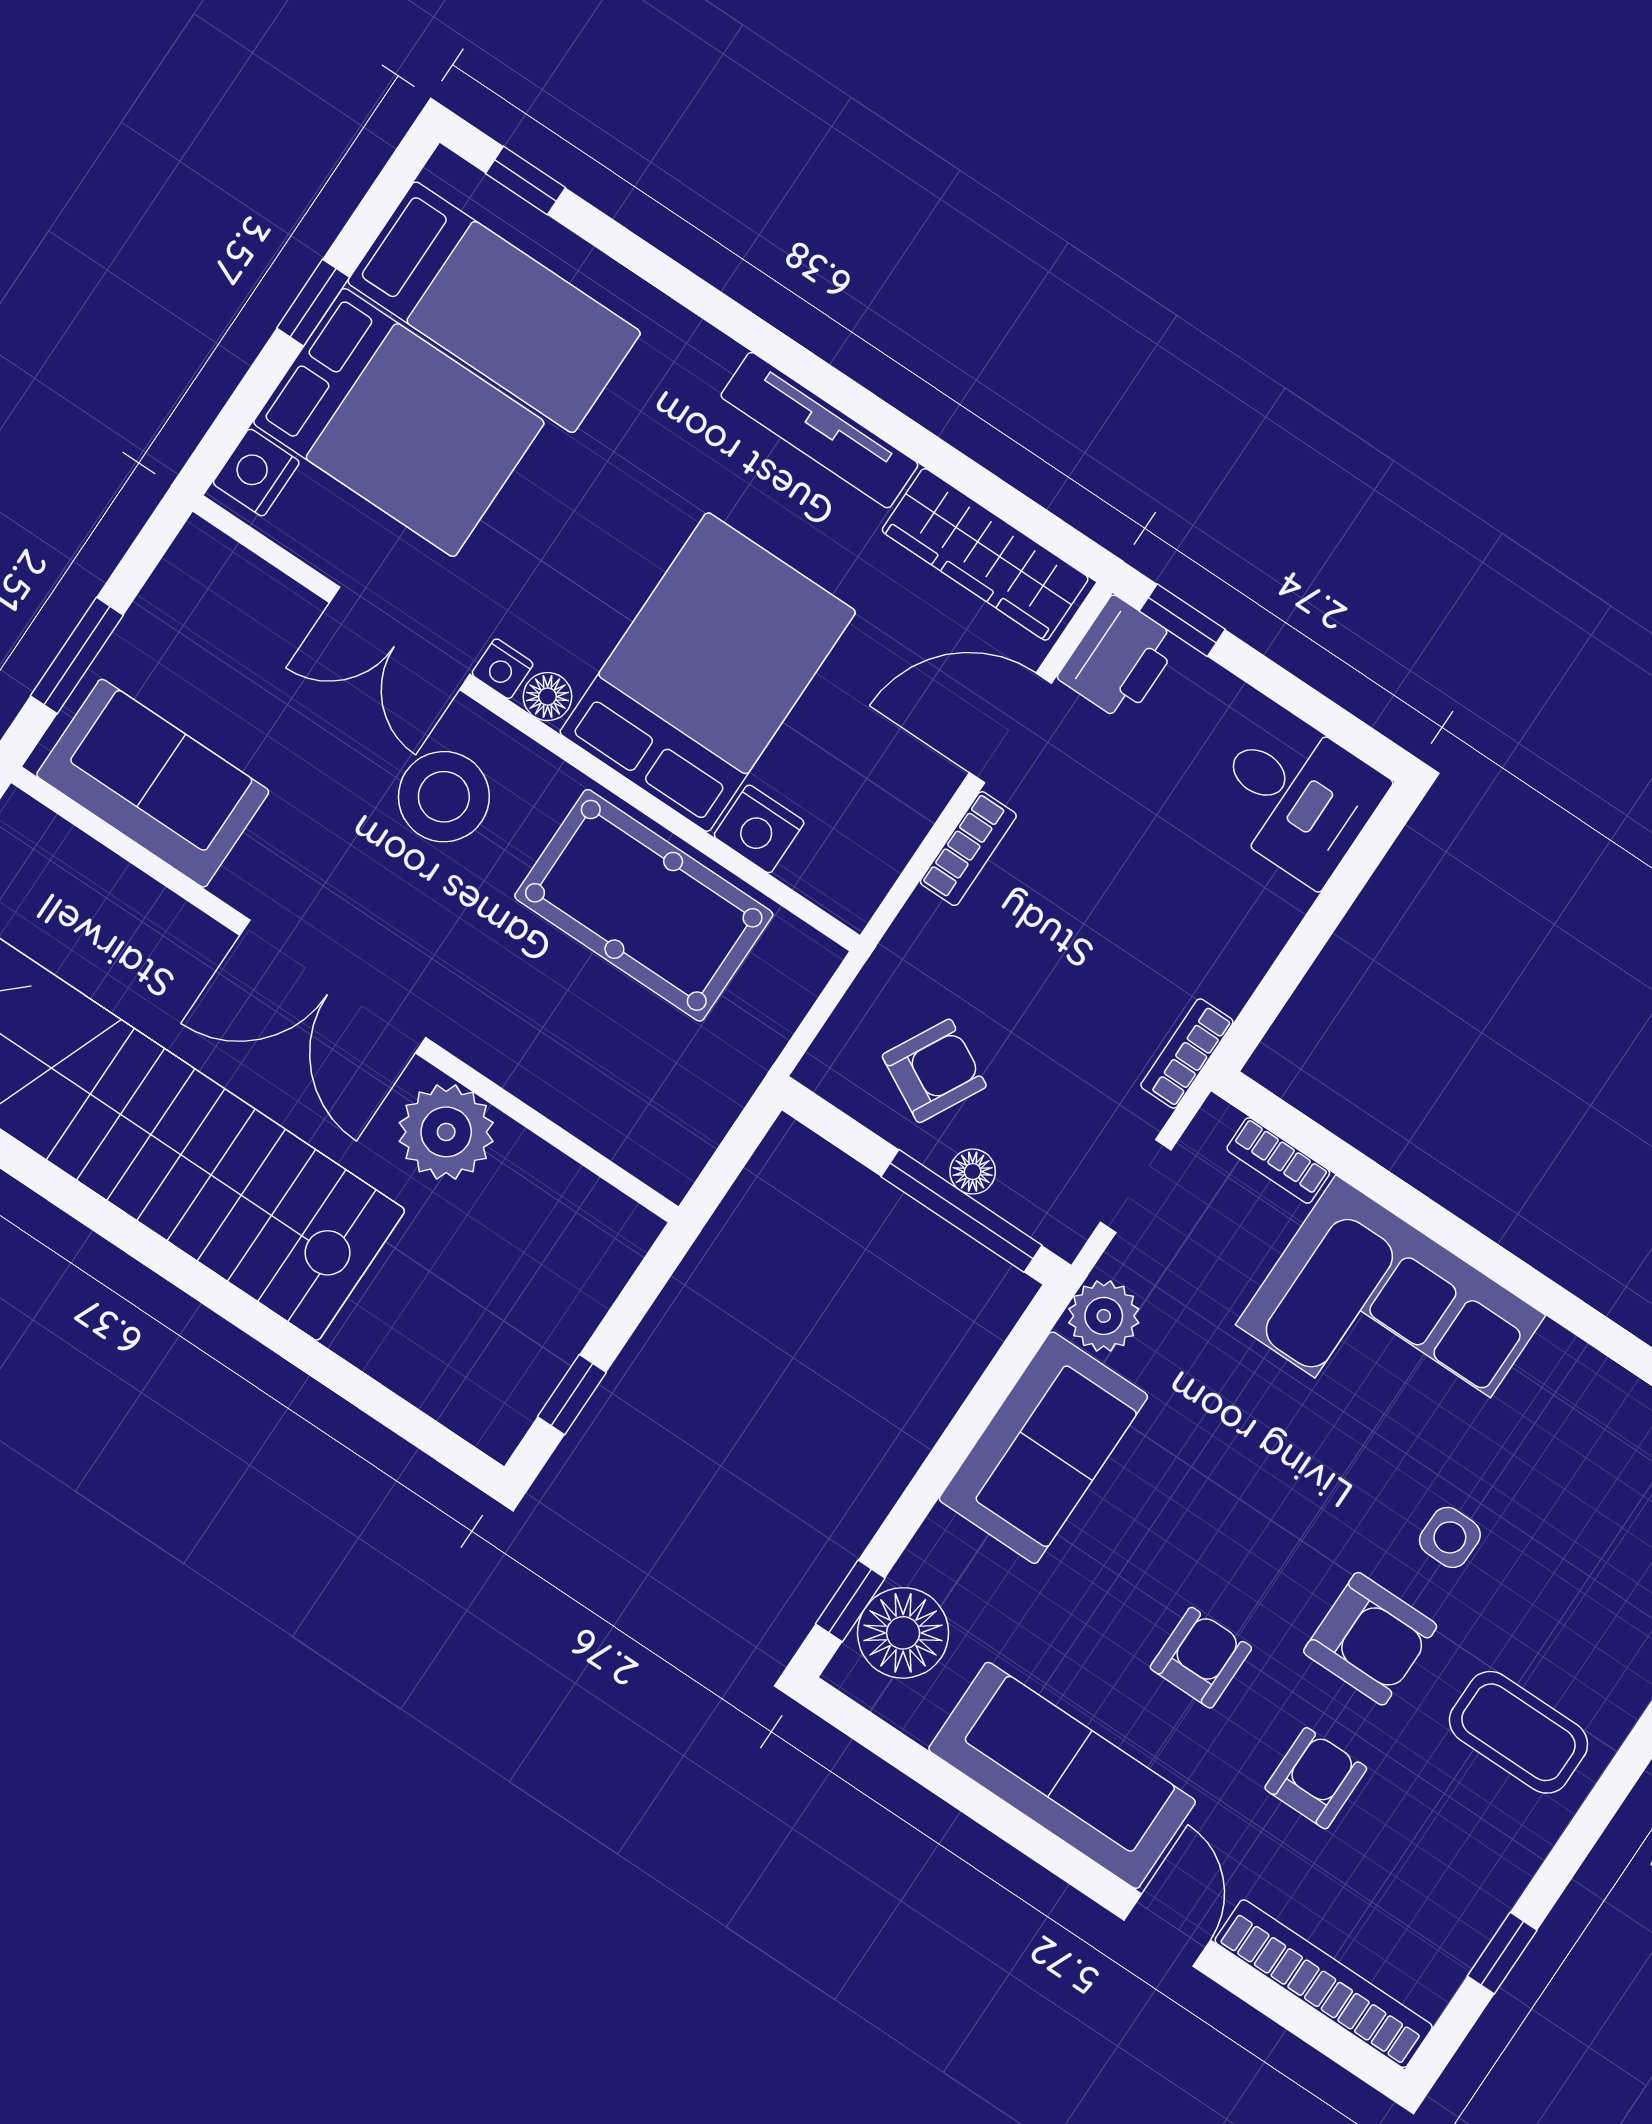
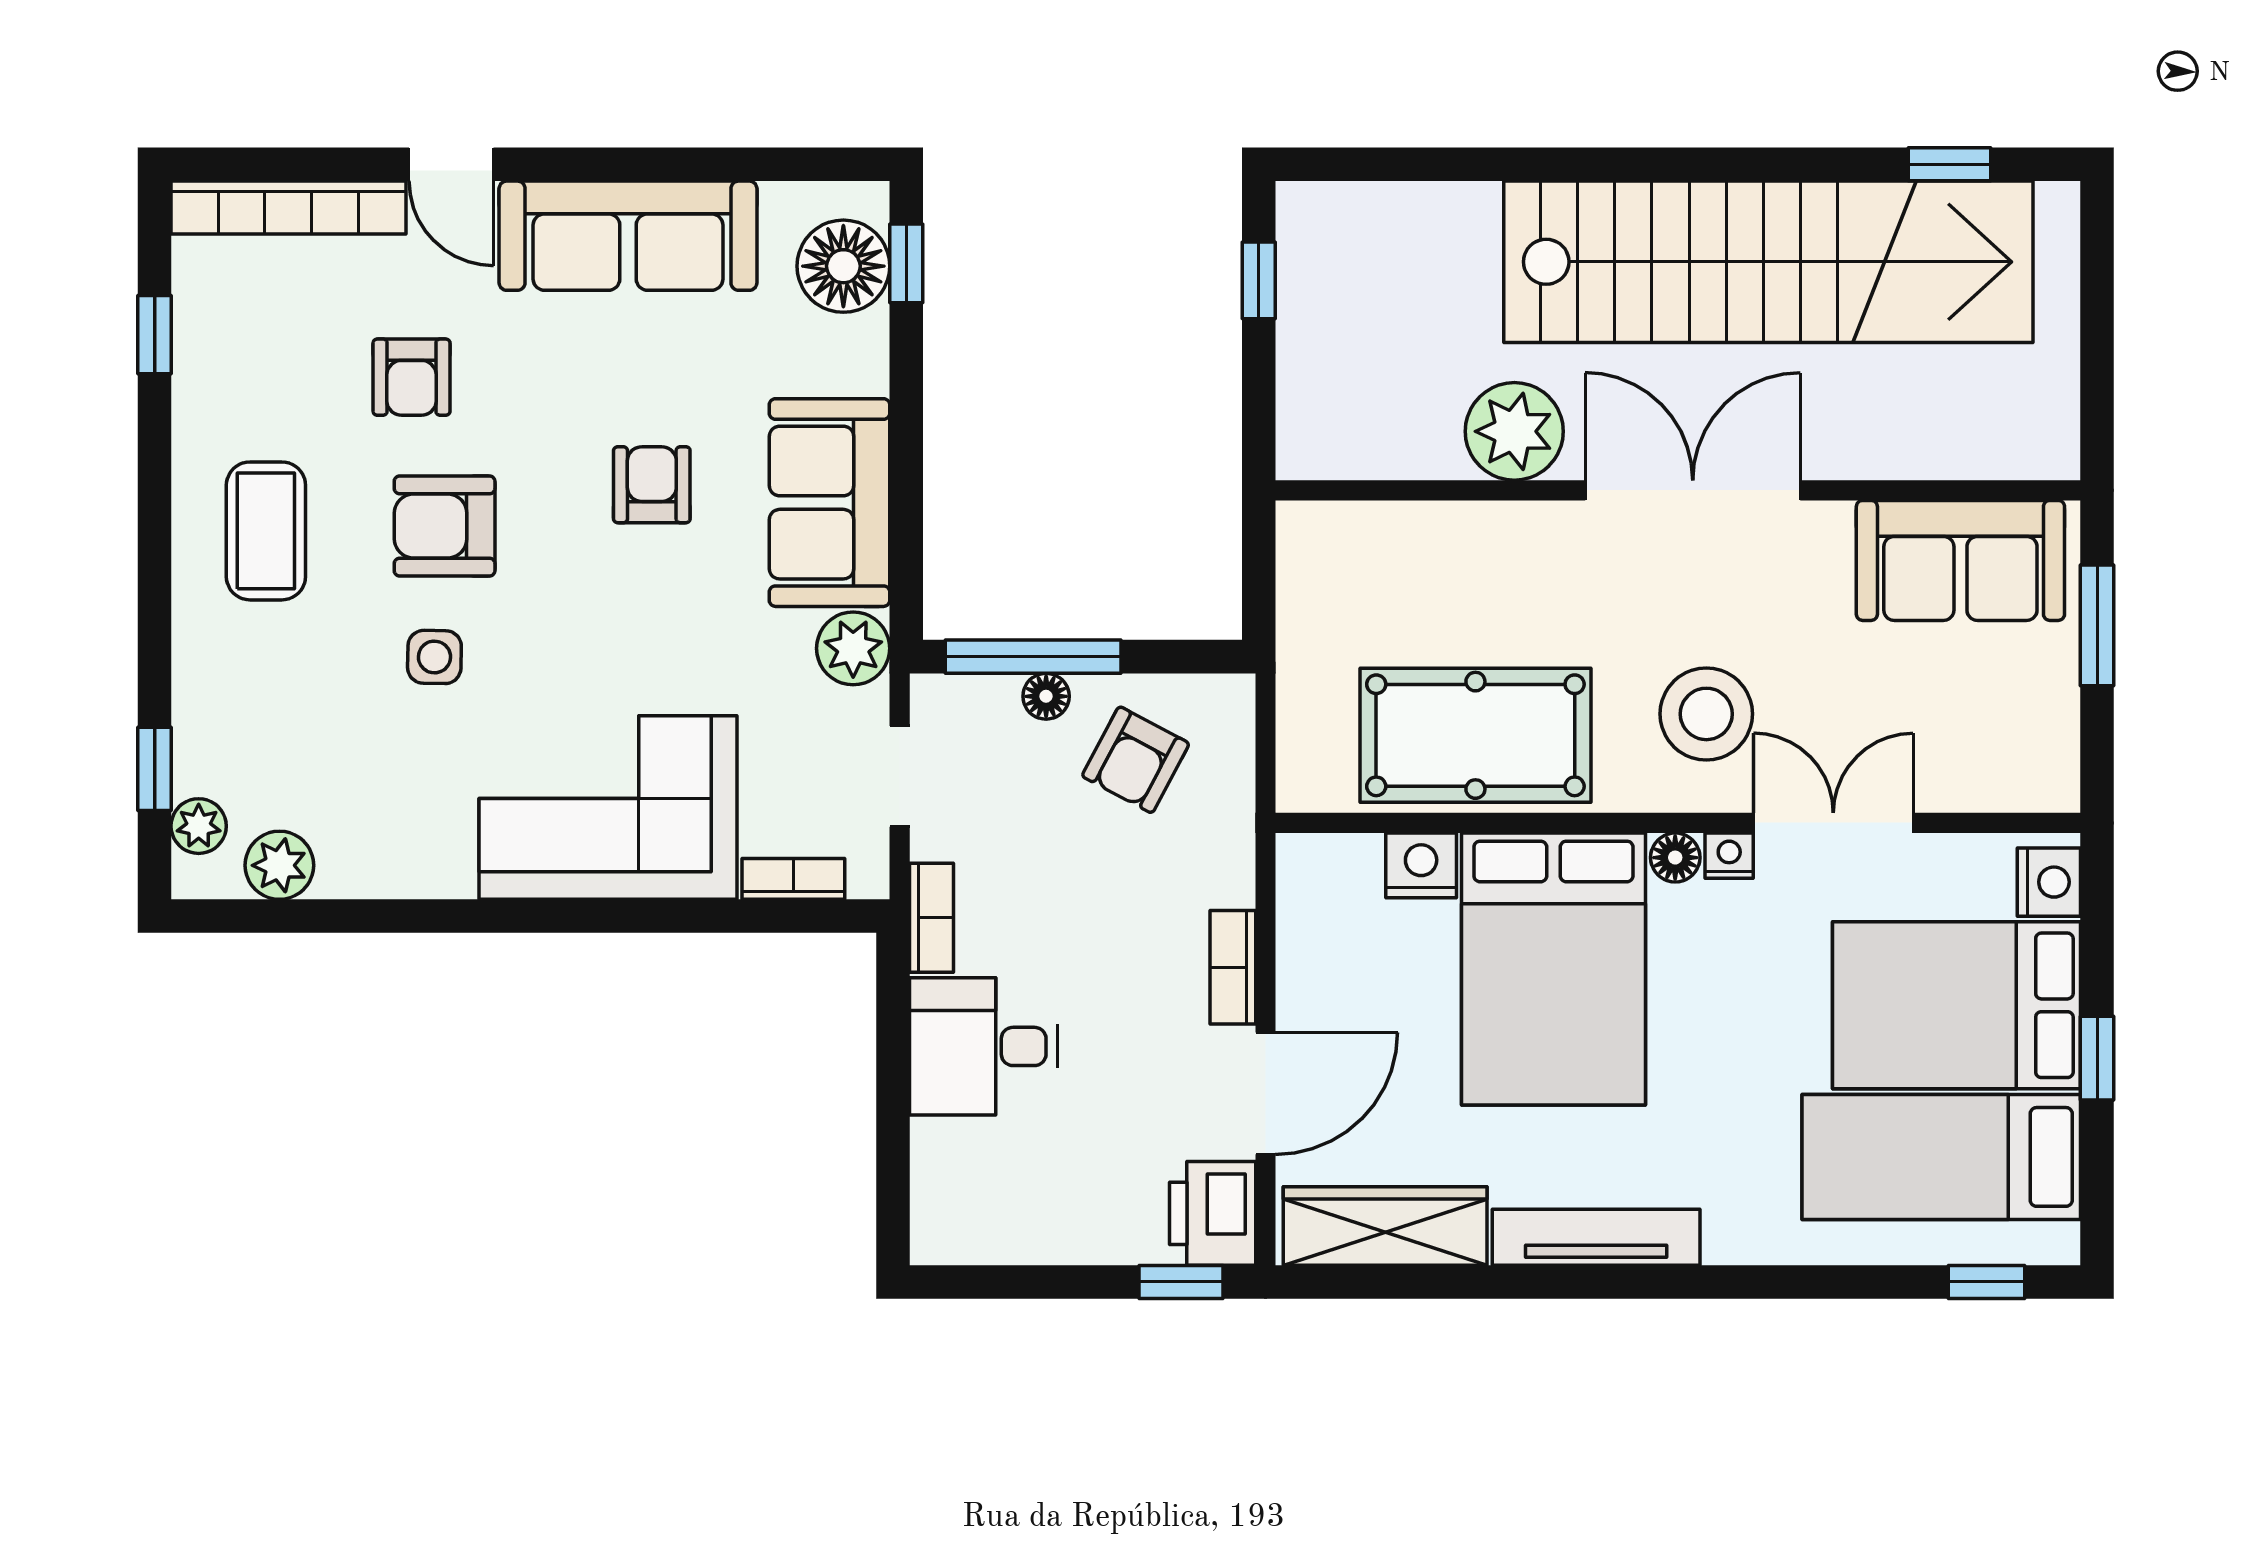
desk: (1297, 798) -> (984, 1046), moved
armchair: (1201, 1658) -> (652, 485), moved, turned 180
coffee table: (1518, 1732) -> (266, 531), turned 90

